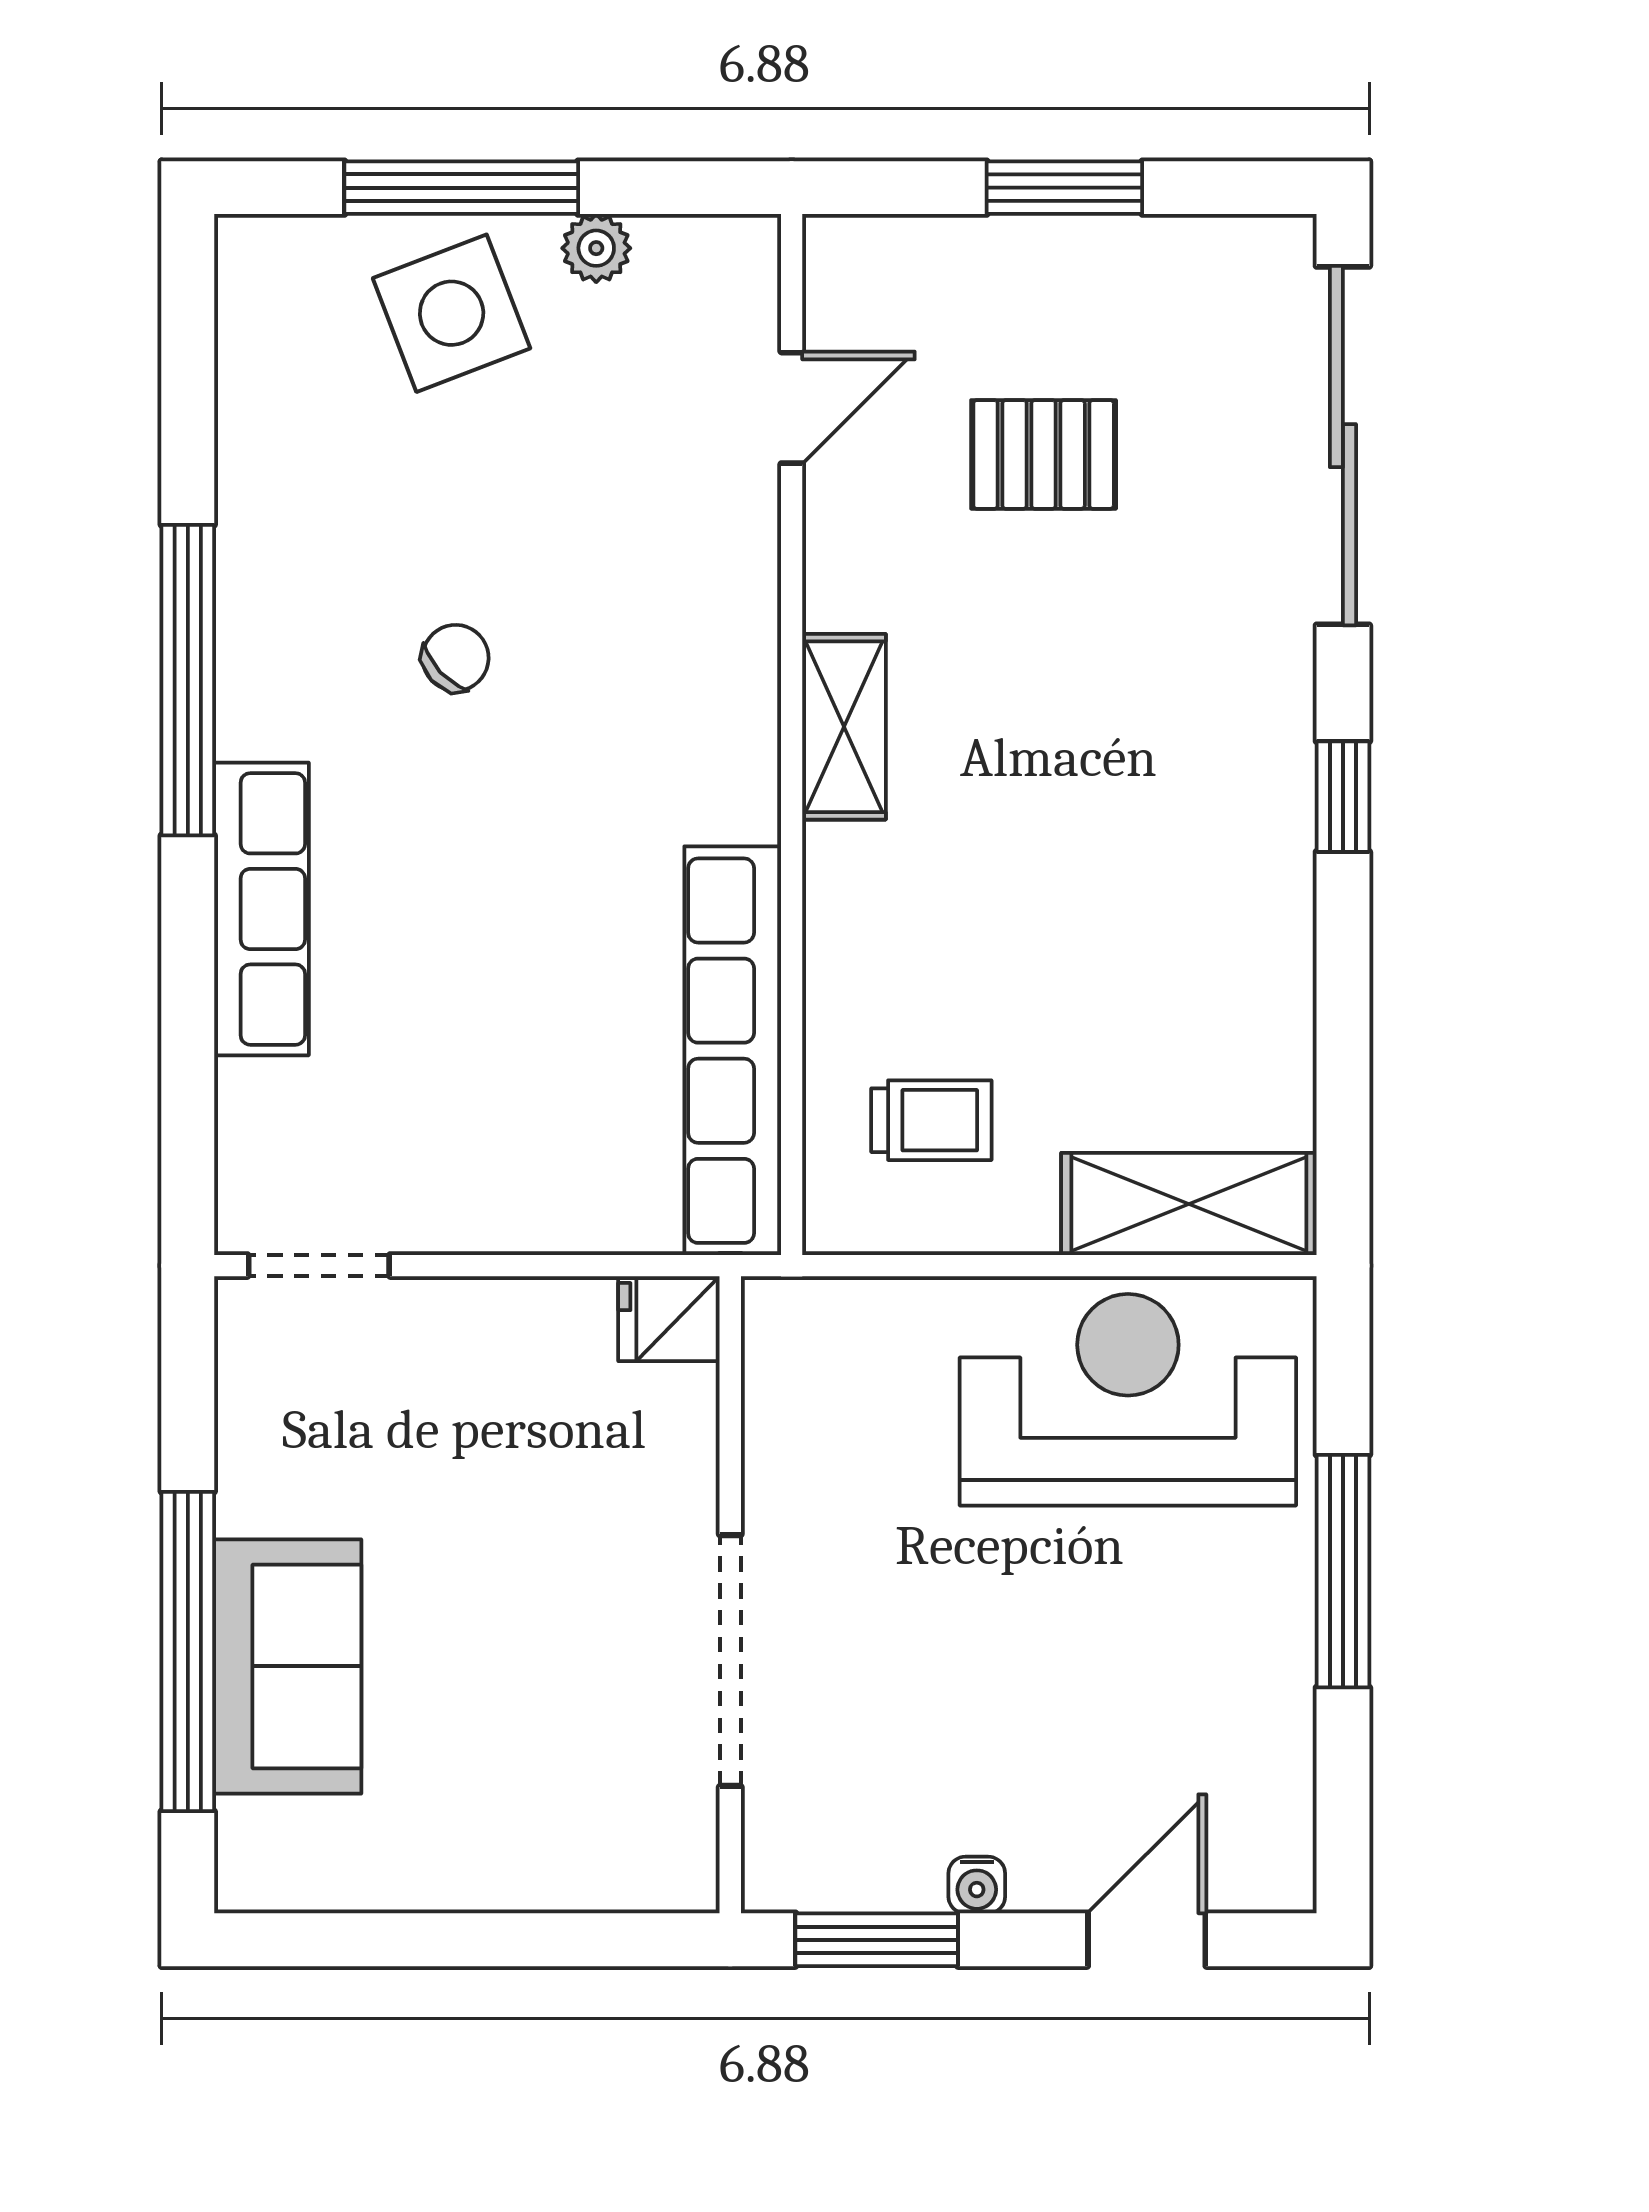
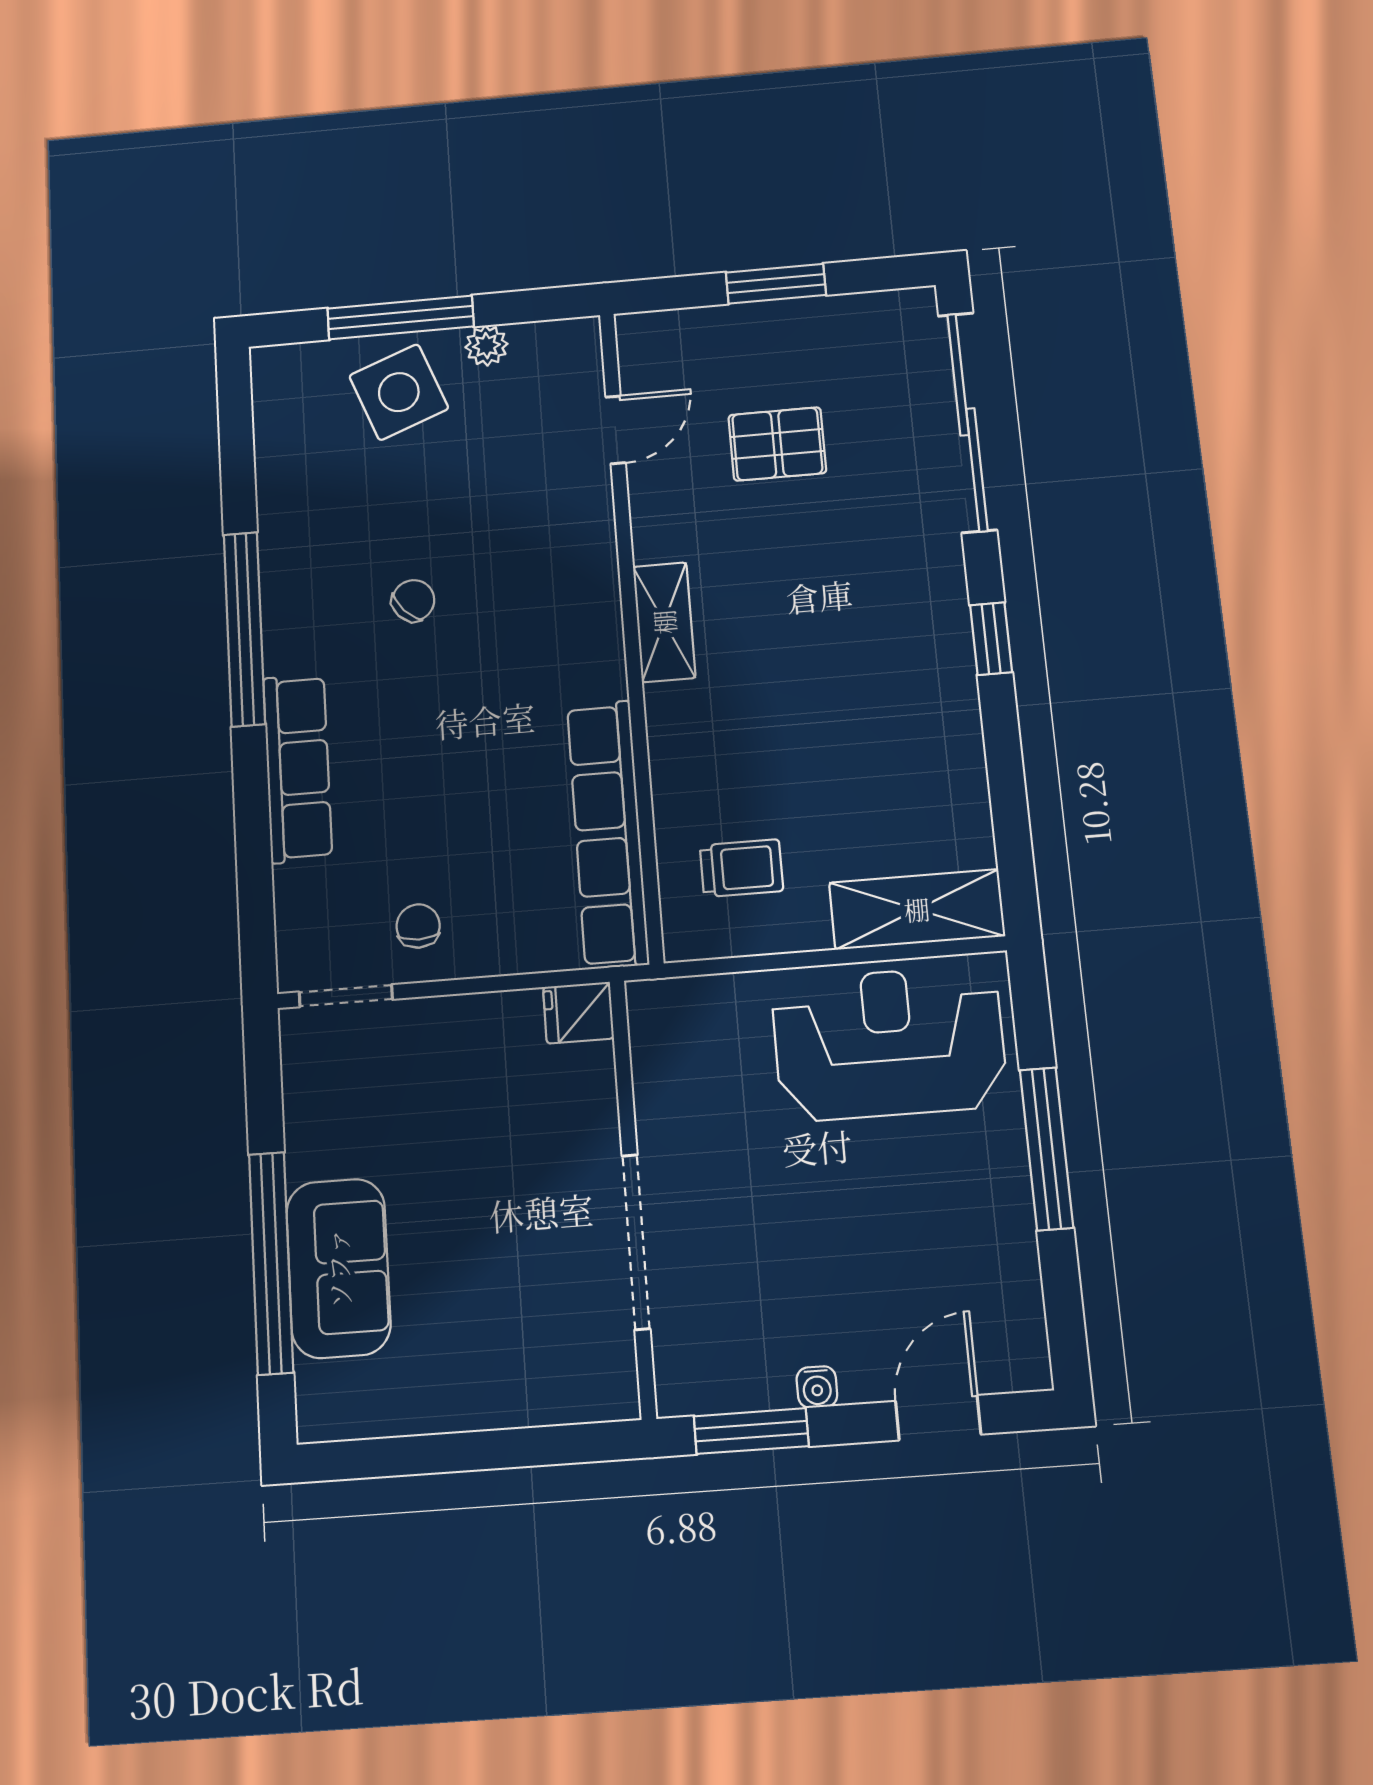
chair: (435, 1169) -> (418, 926), added

